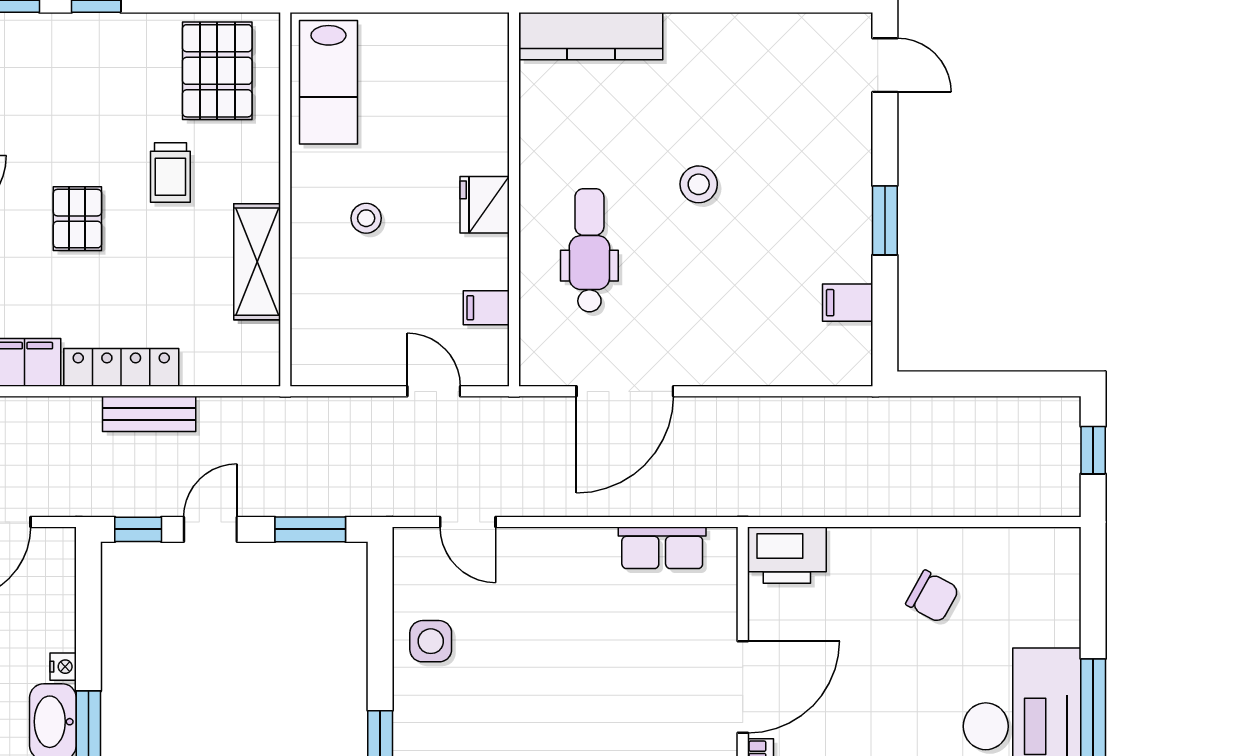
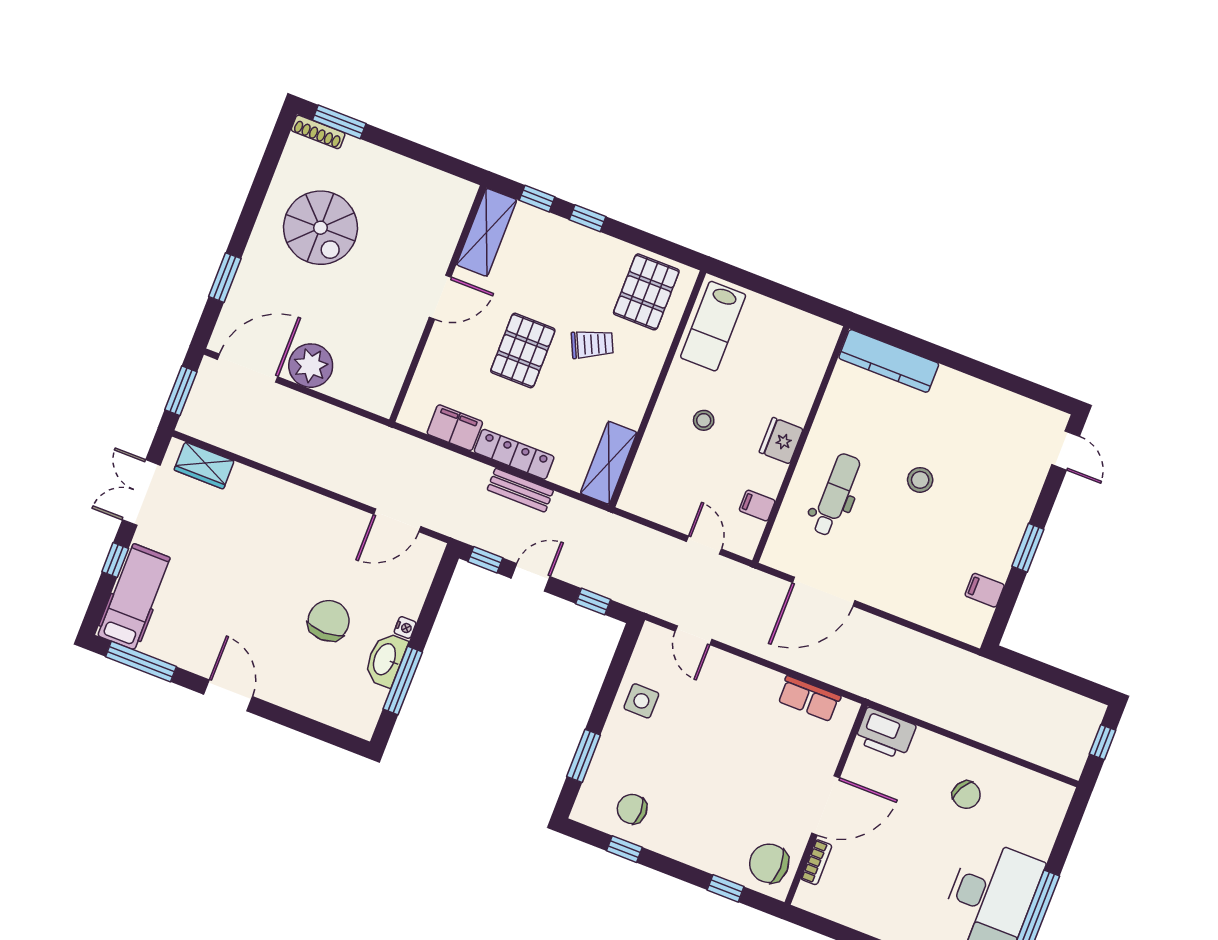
trolley: (170, 173) -> (592, 344), turned -115
pallet: (77, 219) -> (523, 350), width x1.50, depth x1.42
shelving: (257, 262) -> (609, 463), moved
window: (310, 529) -> (593, 602), width x0.67

